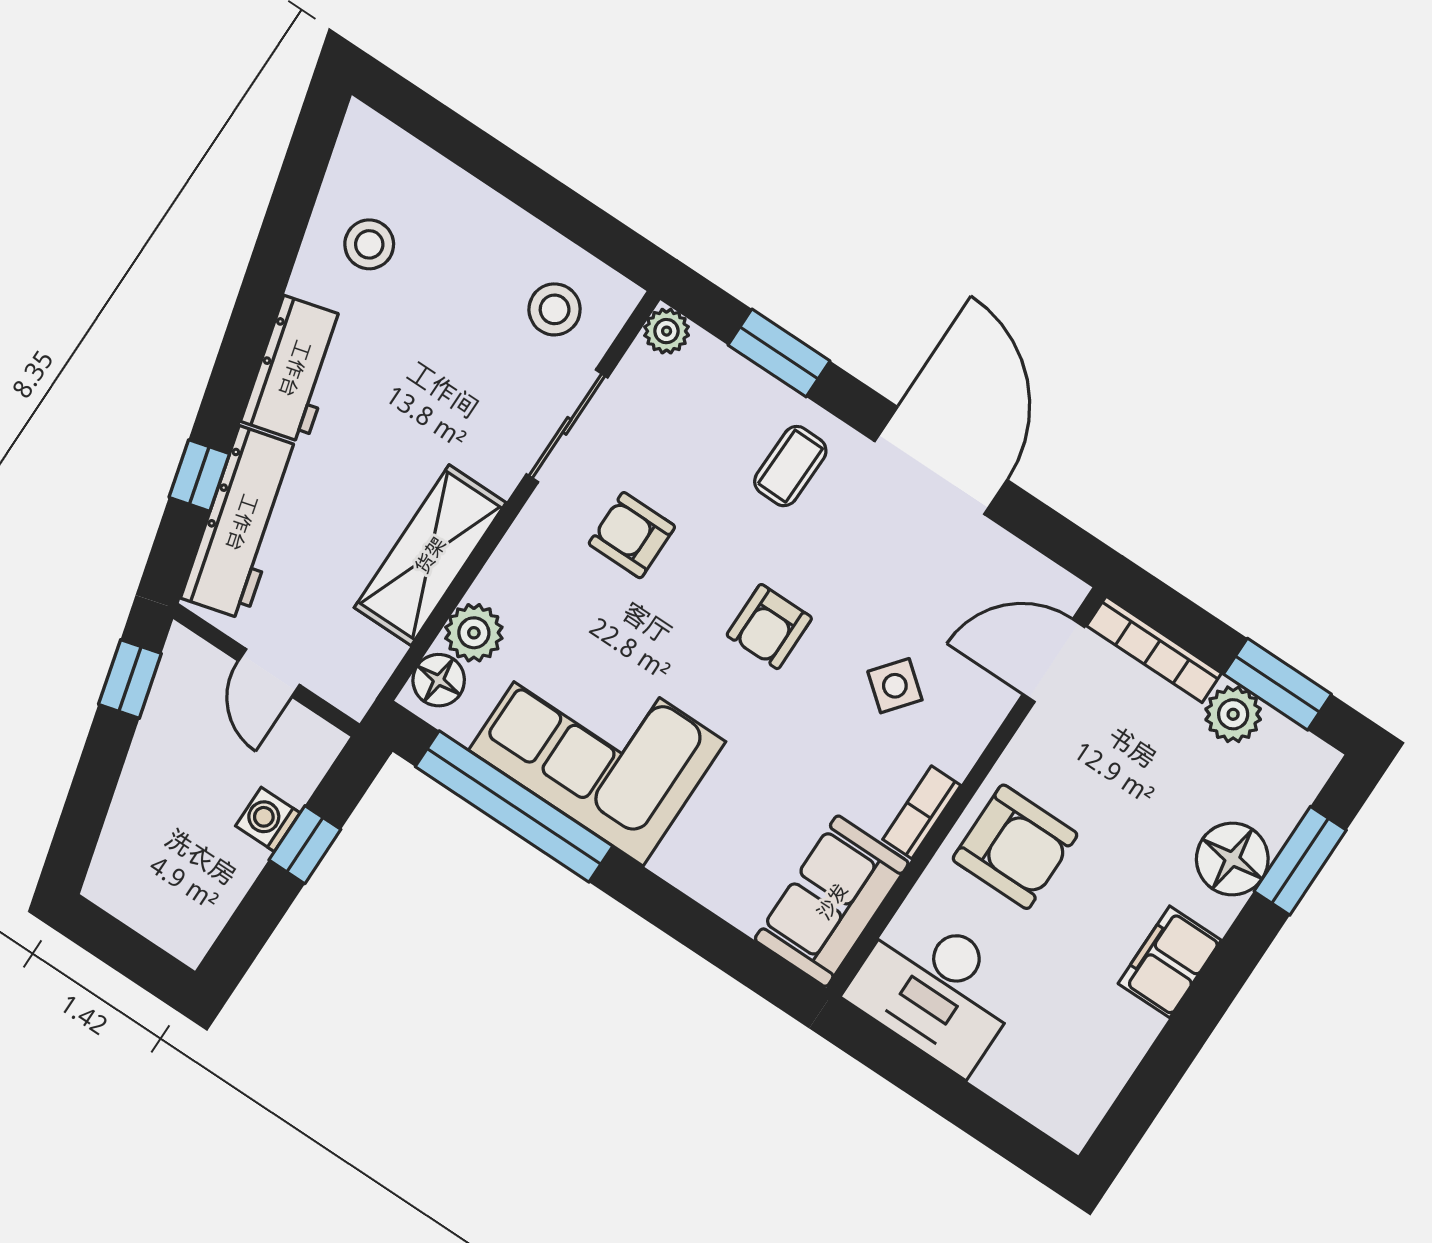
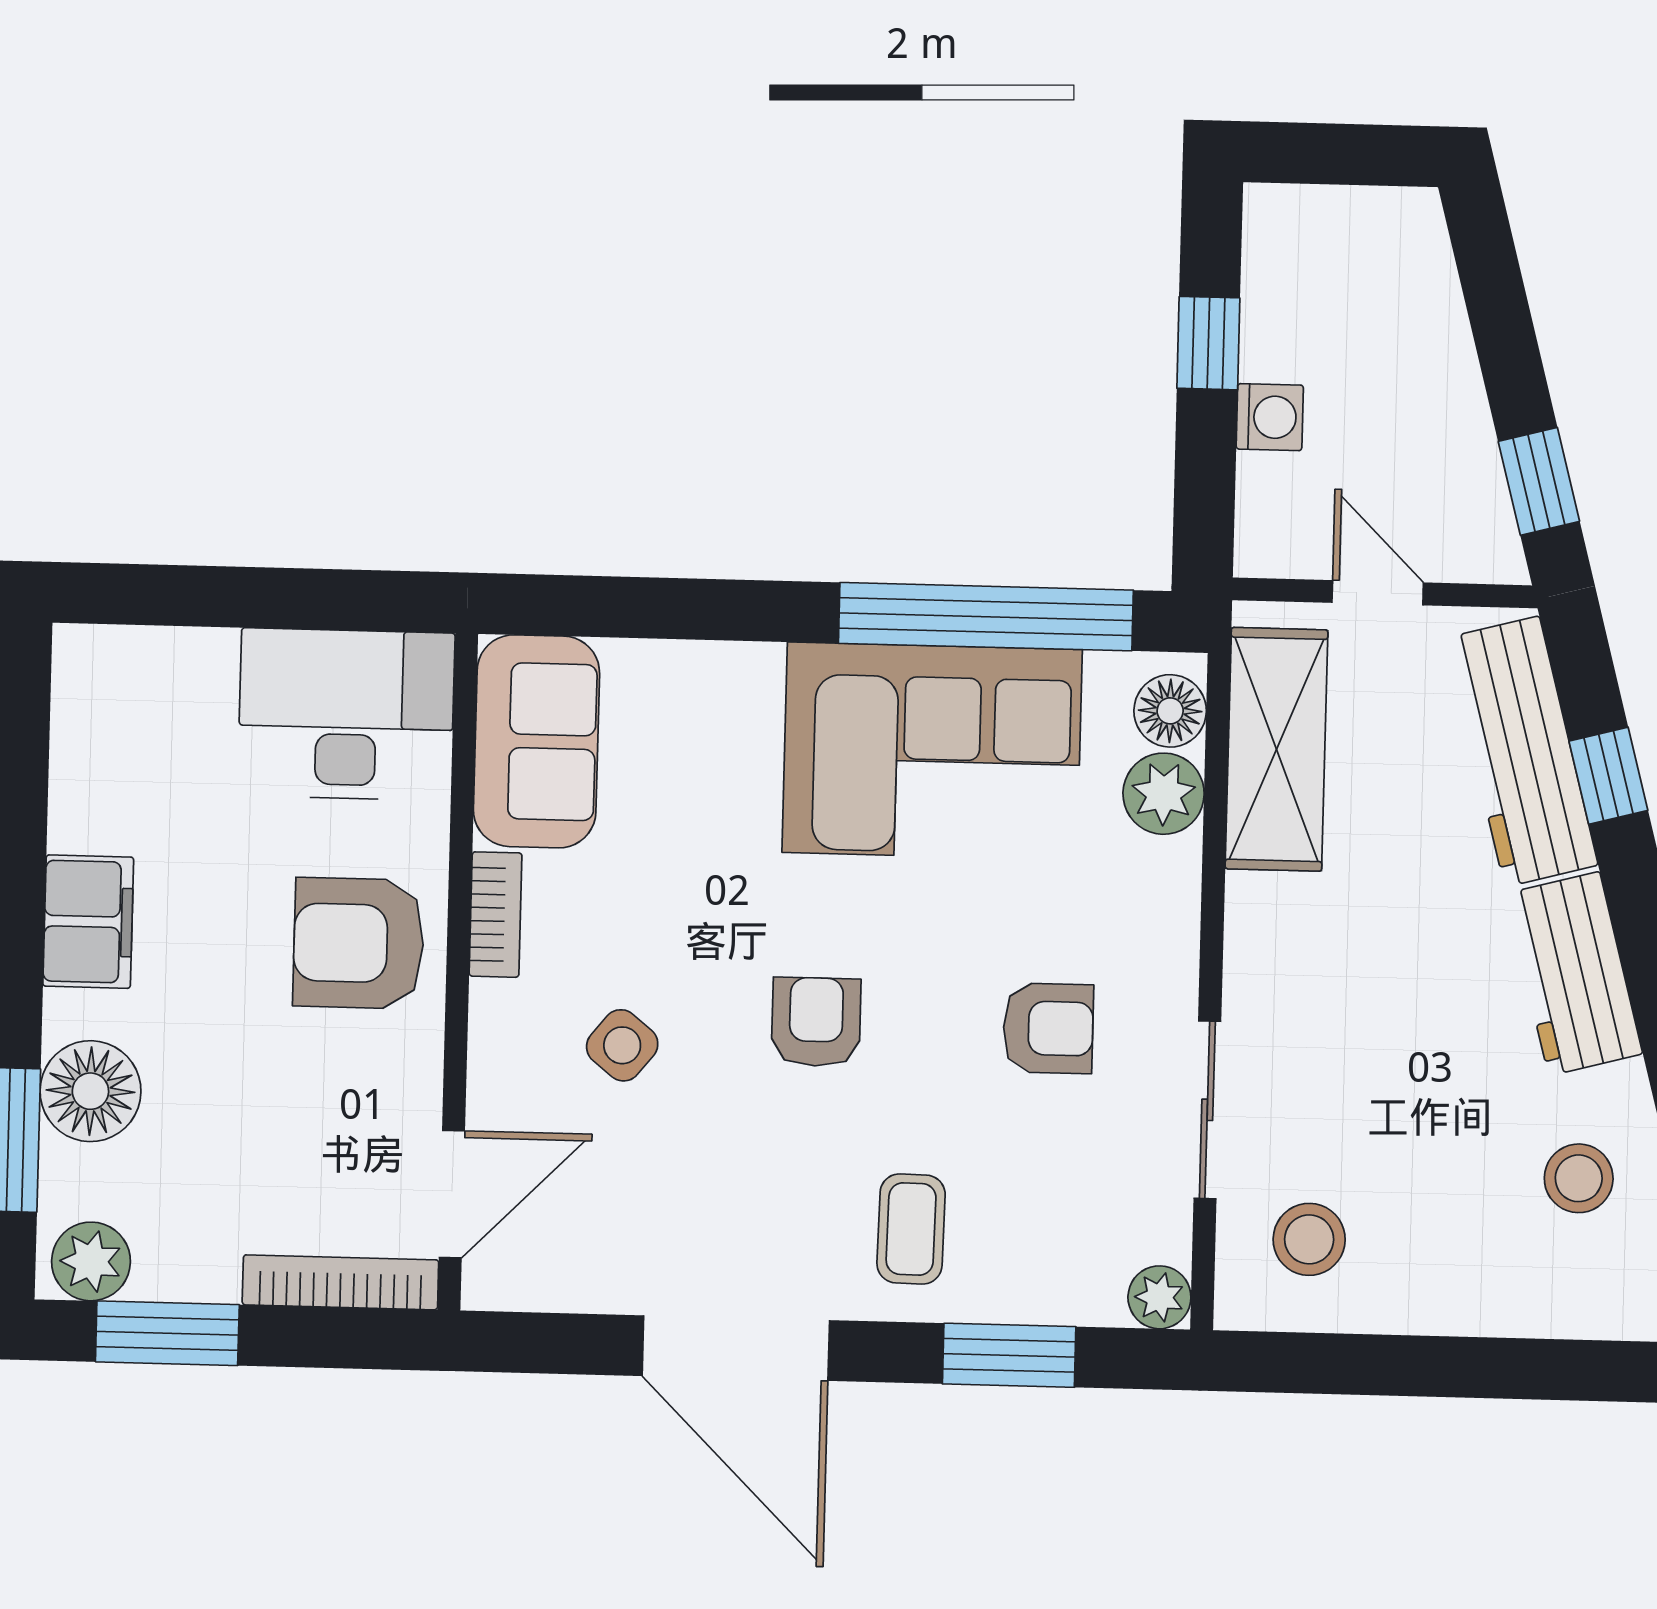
shelving: (430, 555) -> (1276, 749), moved
plant: (1233, 714) -> (91, 1261), moved
window: (305, 845) -> (1208, 343), moved

